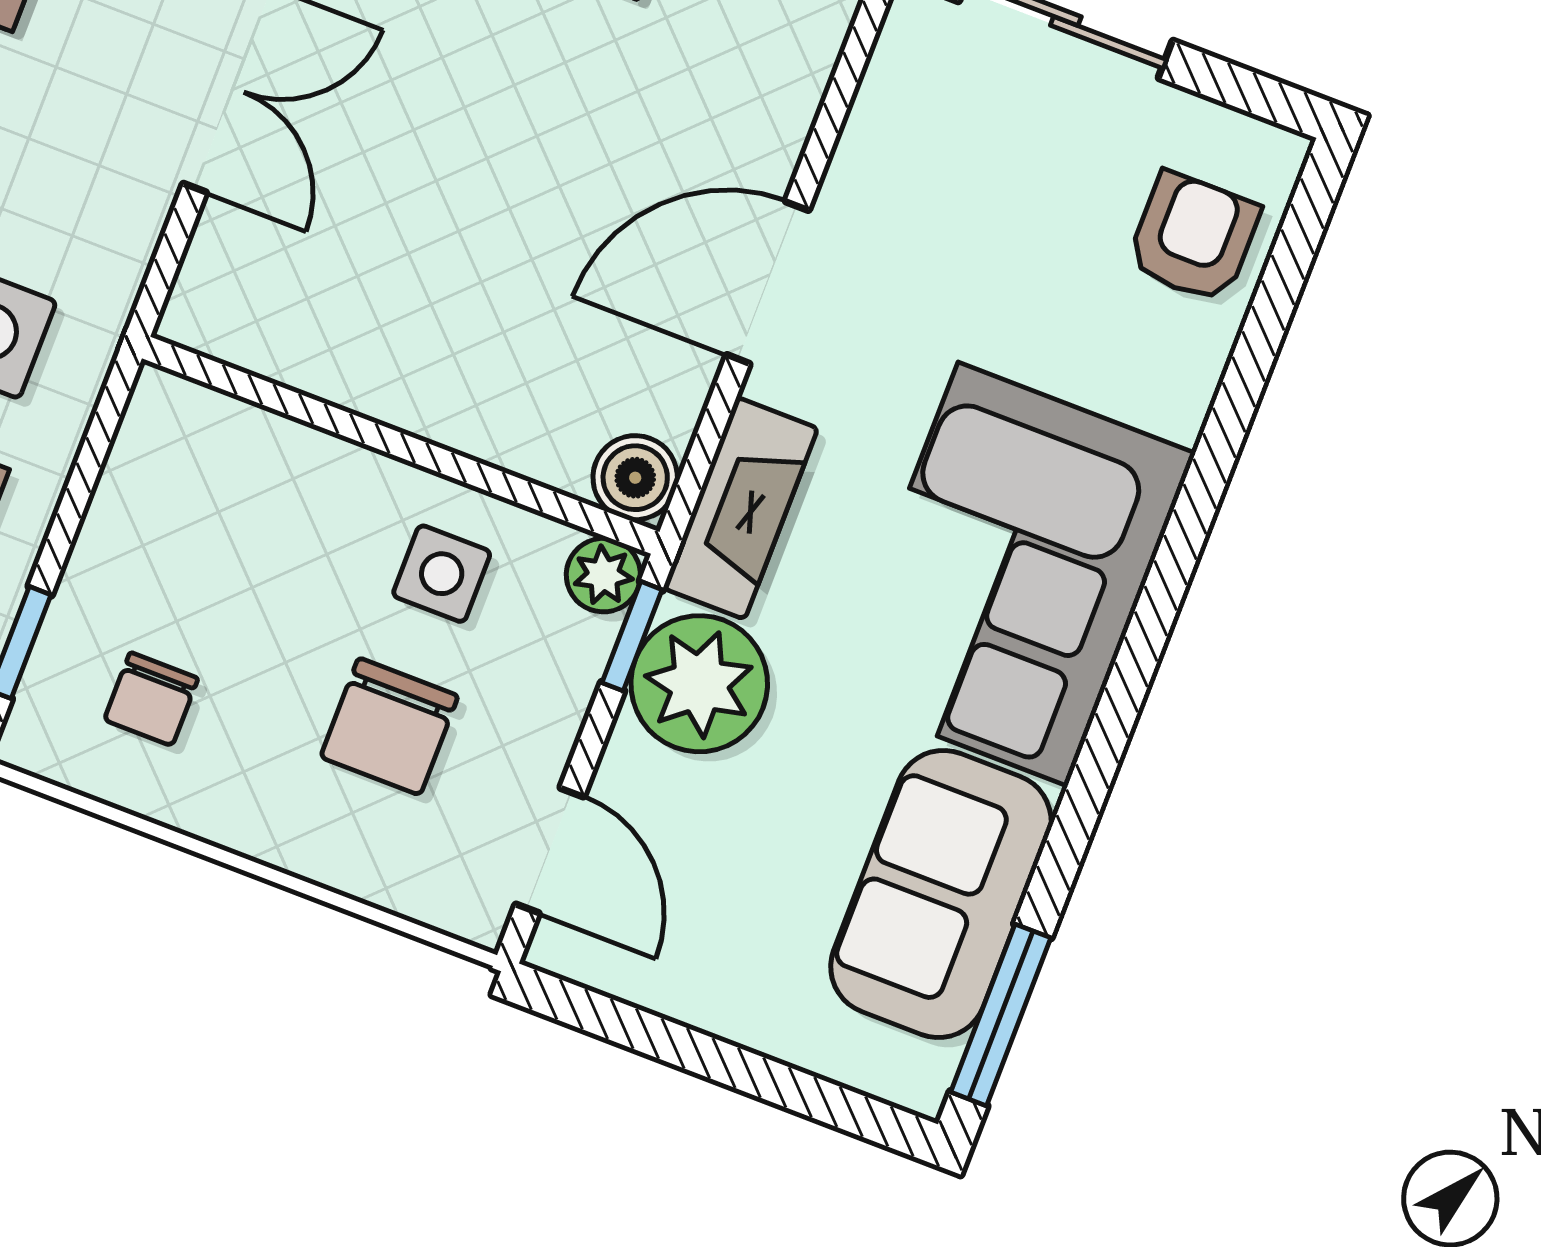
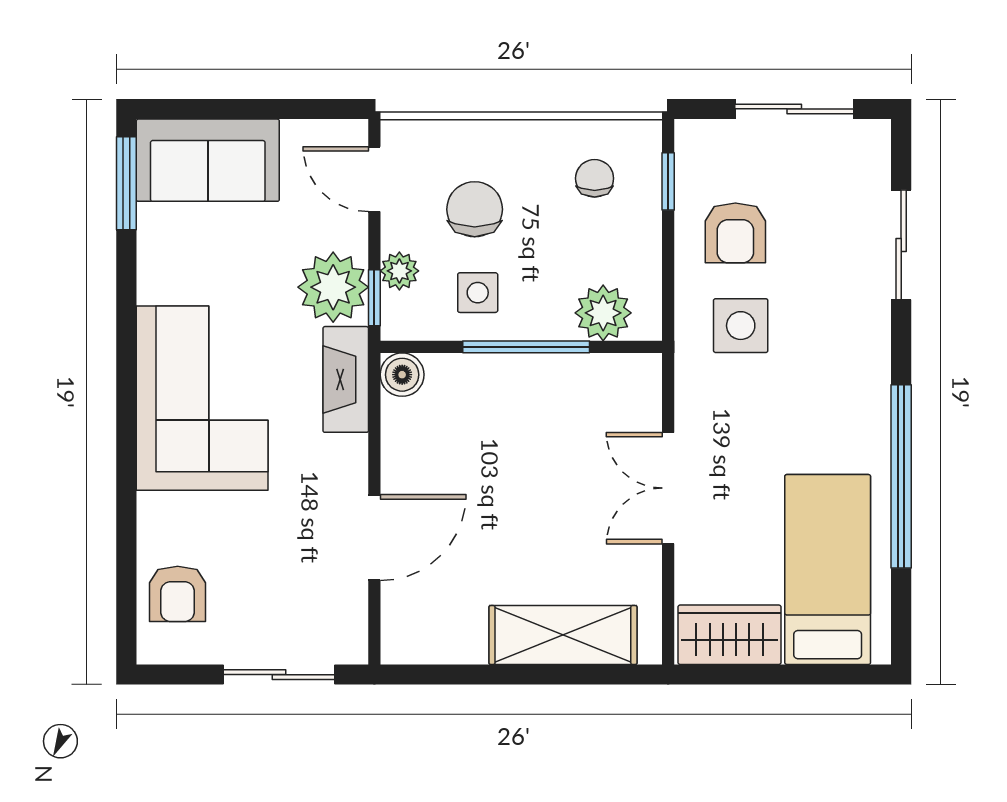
door: (768, 283) -> (374, 538), moved
window: (392, 442) -> (526, 347), added
plant: (229, 450) -> (603, 313), added
plant: (603, 575) -> (399, 271), moved
sofa: (941, 894) -> (208, 160), moved, turned 90

